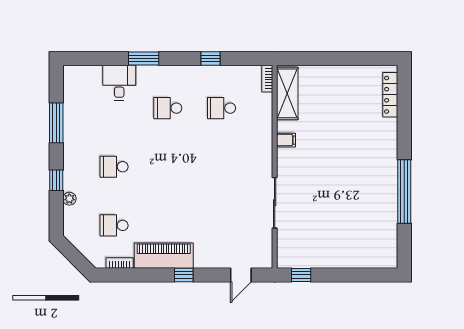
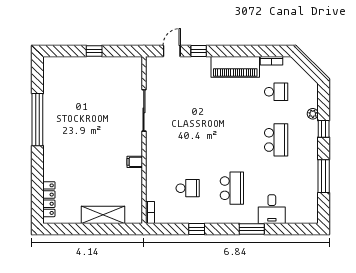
shelving: (287, 93) -> (103, 215), moved, turned 90
school desk: (168, 108) -> (232, 188), width x1.85
school desk: (114, 167) -> (276, 140), width x1.85
window: (184, 275) -> (199, 51), moved
window: (301, 275) -> (94, 51), moved

